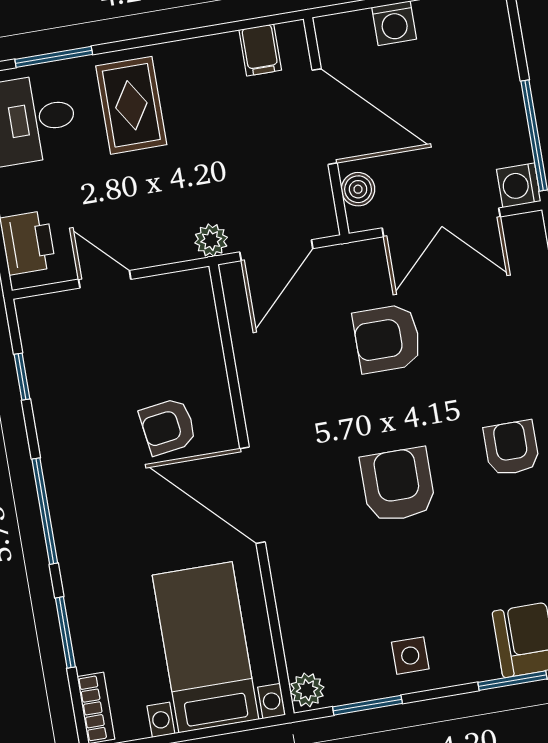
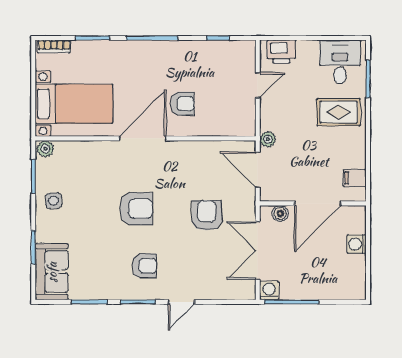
armchair: (168, 427) -> (182, 104), turned 98

